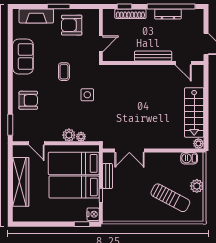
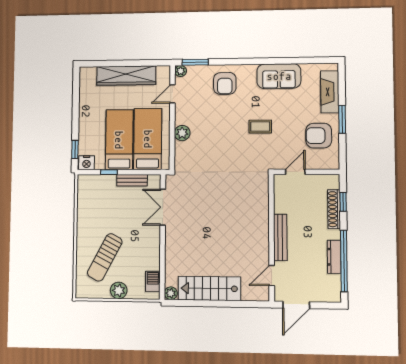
armchair: (72, 25) -> (319, 136), turned -90
door: (101, 44) -> (295, 172), swing flipped
side table: (87, 95) -> (232, 155), removed
plant: (81, 137) -> (181, 71), moved

